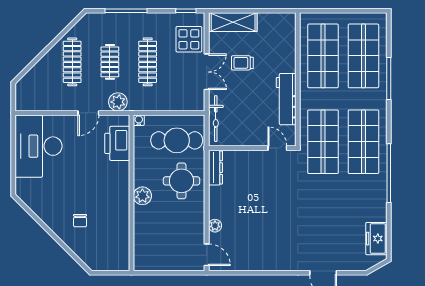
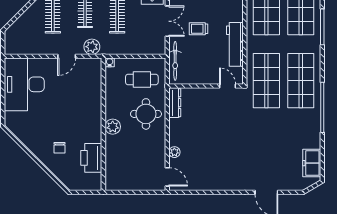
trolley: (242, 63) -> (199, 29), moved
cafe table: (177, 140) -> (142, 79), width x0.73, depth x0.74
printer: (117, 143) -> (91, 158), moved

